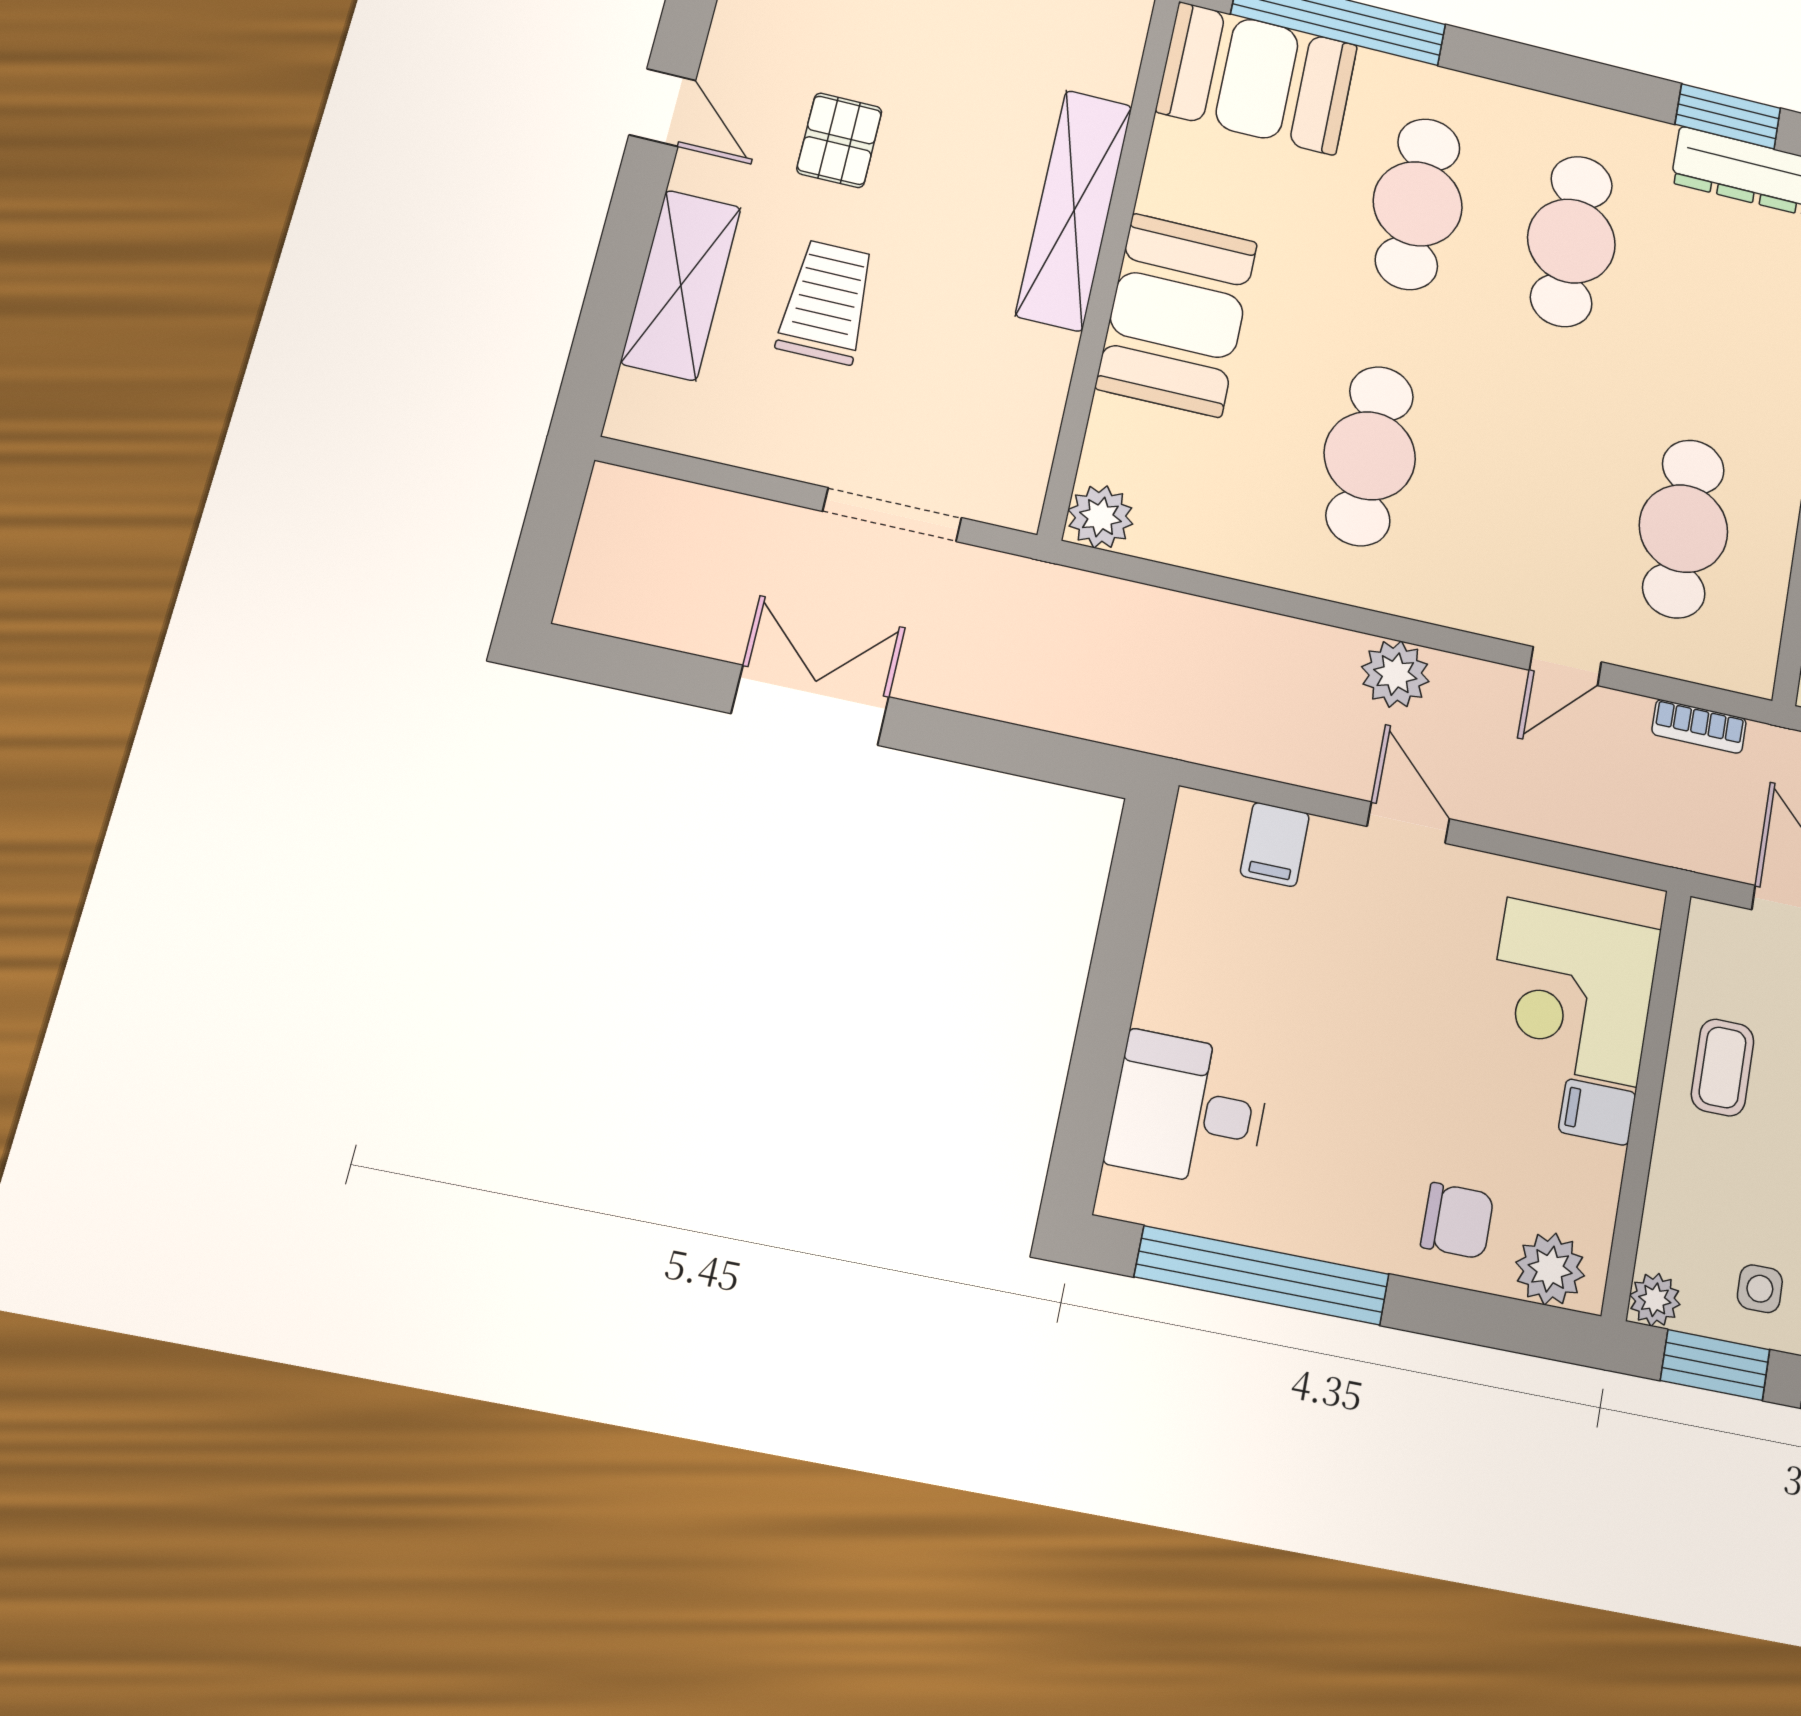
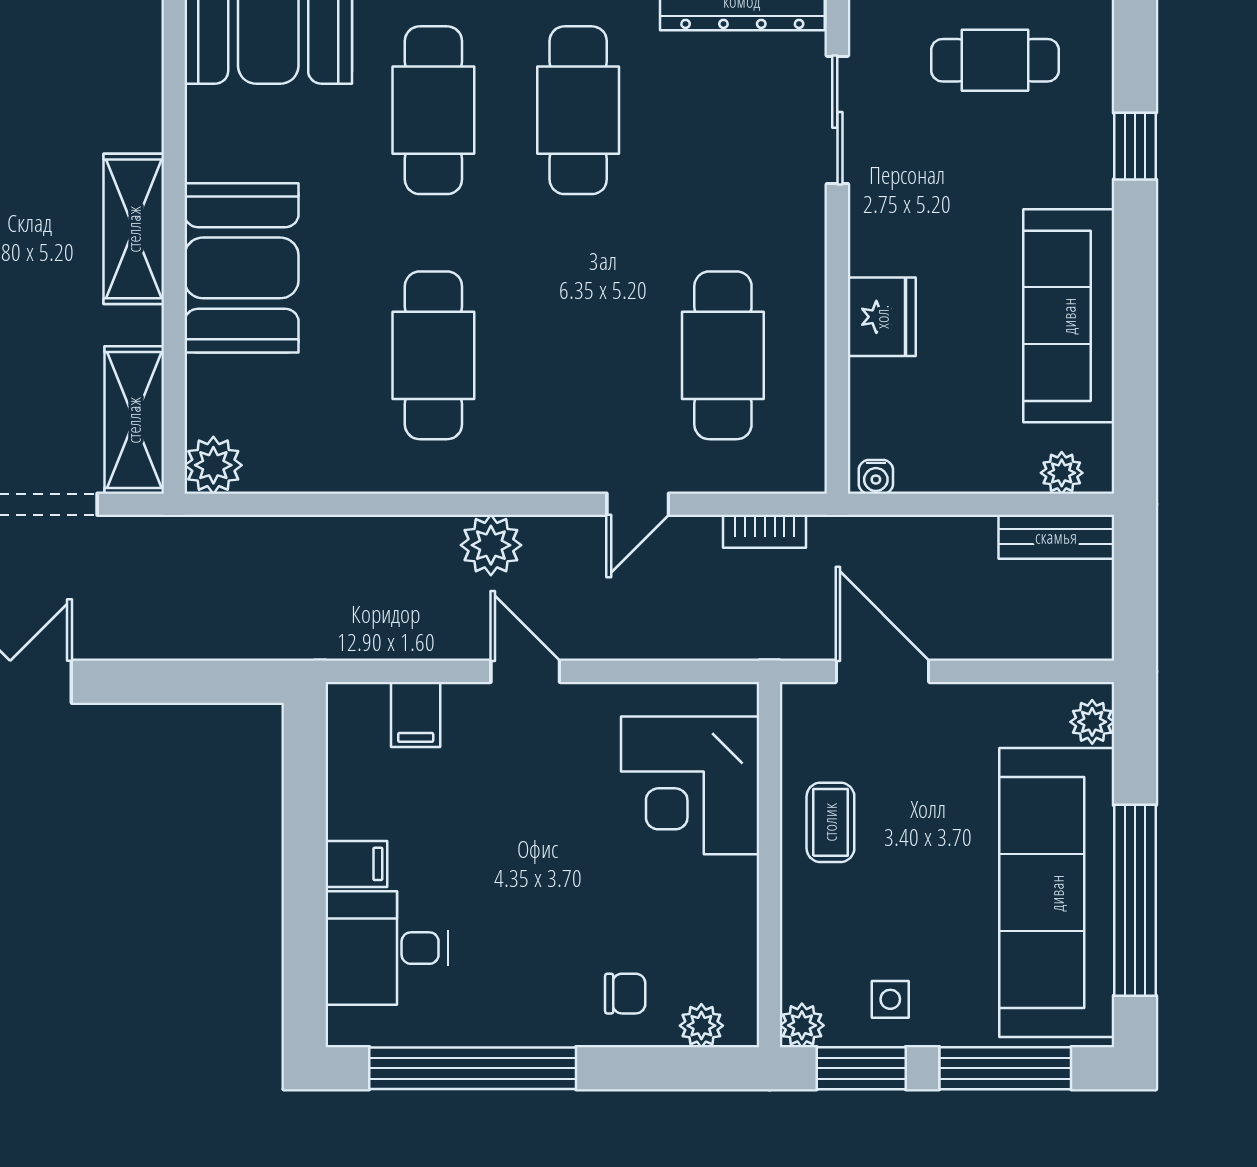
shelving: (1074, 210) -> (134, 229), width x0.68
shelving: (1021, 448) -> (134, 420), added
filing cabinet: (1597, 1112) -> (356, 864), moved, turned 180
chair: (1457, 1221) -> (625, 994), width x0.73, depth x0.73
plant: (1550, 1269) -> (701, 1026), width x0.73, depth x0.73

